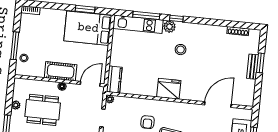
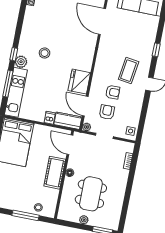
dishwasher: (116, 61) -> (50, 118), added
fridge: (169, 89) -> (79, 82), moved
door: (131, 96) -> (85, 106), added
armchair: (127, 118) -> (107, 112), added

